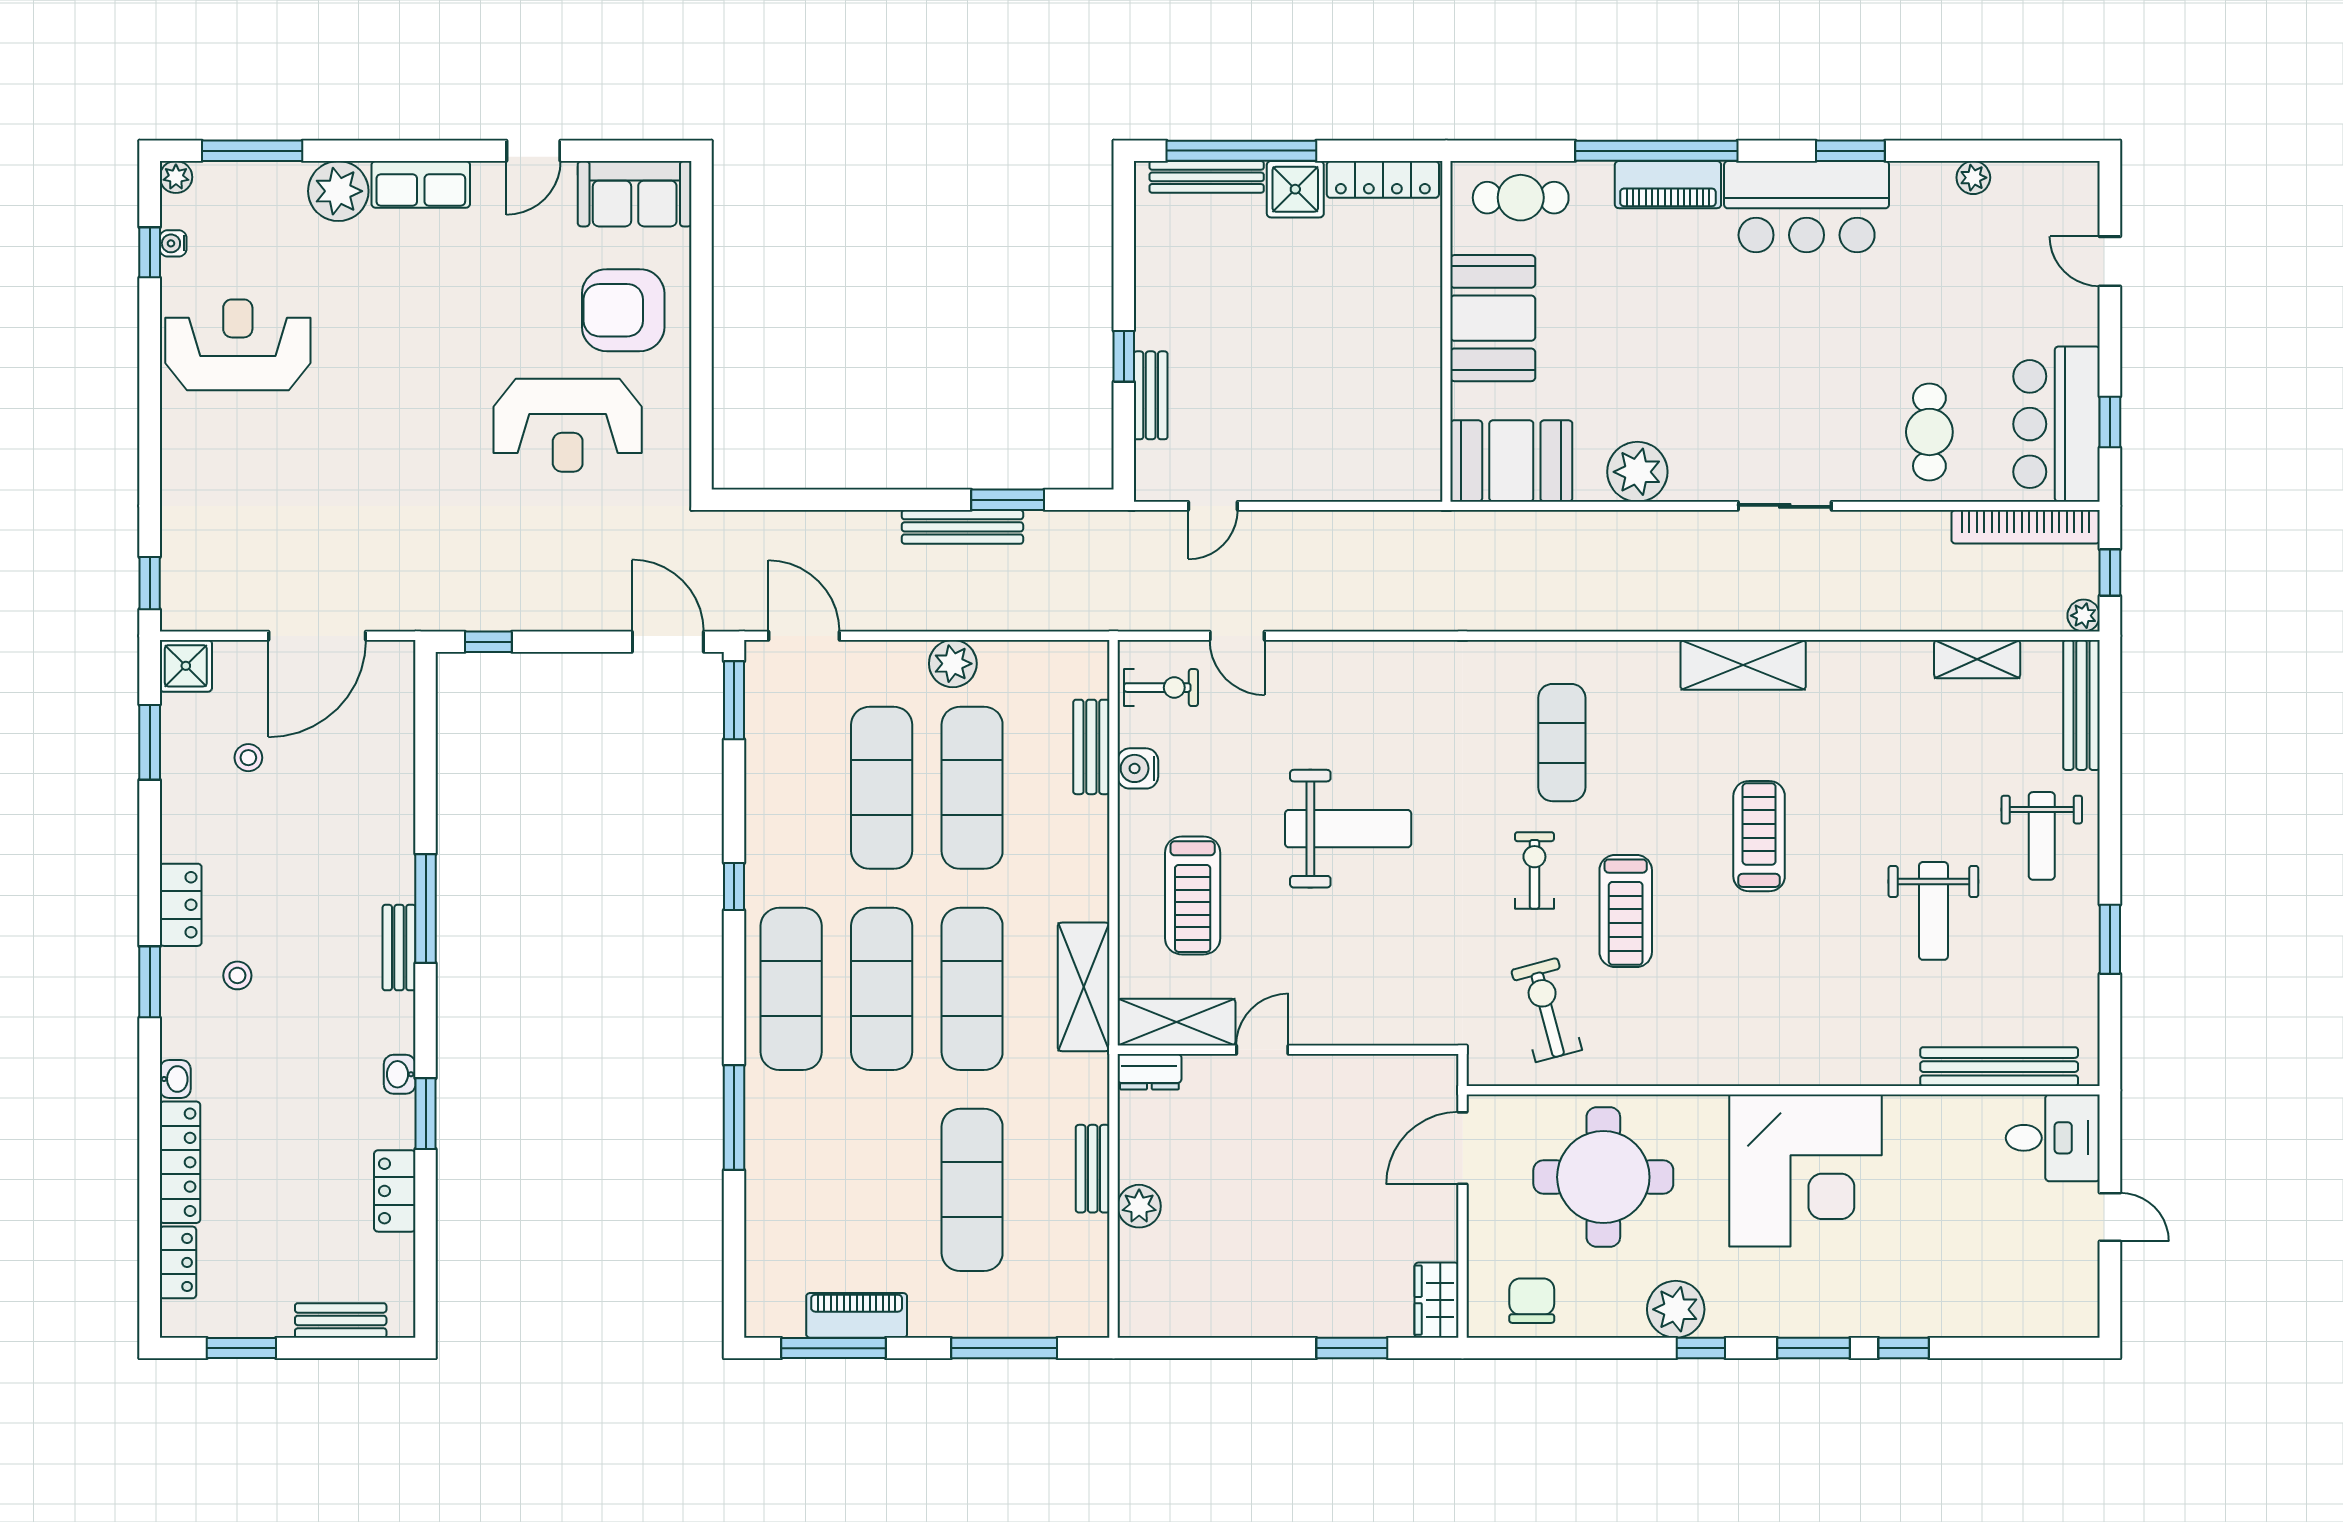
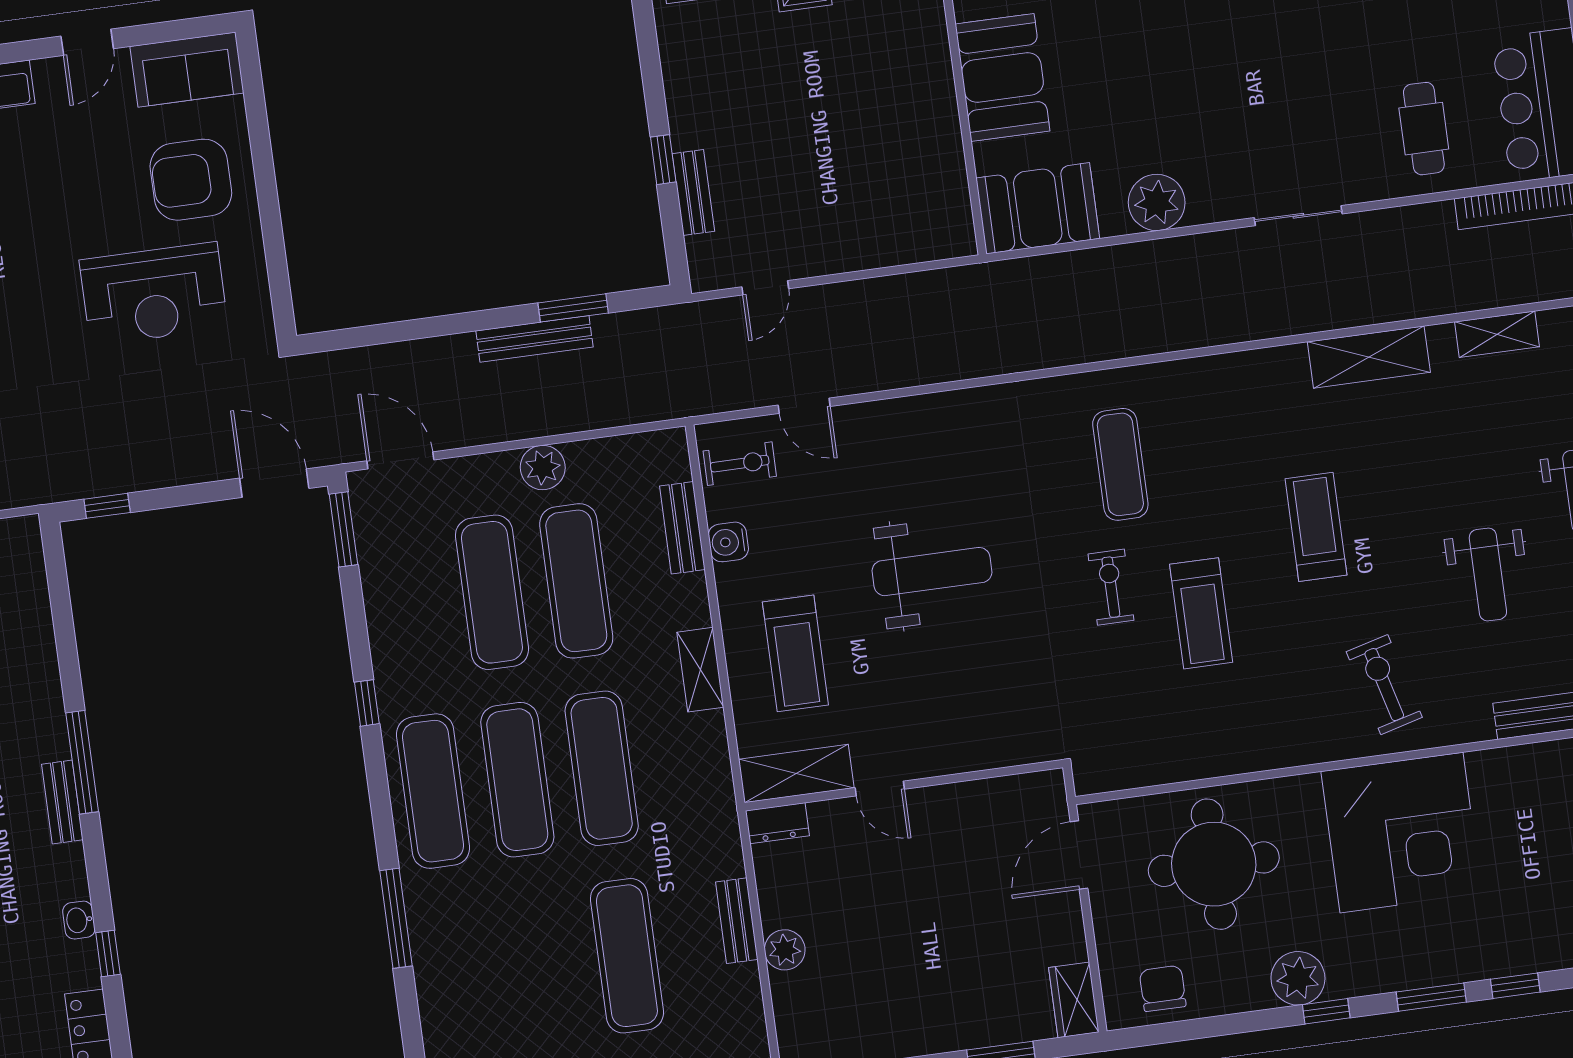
shelving: (1743, 665) -> (1369, 357), moved
shelving: (1084, 987) -> (700, 670), moved, width x0.67, depth x0.75
exercise bike: (1547, 1010) -> (1384, 685), moved
door: (1262, 1050) -> (880, 788), swing flipped
window: (426, 1114) -> (108, 953), width x0.67

